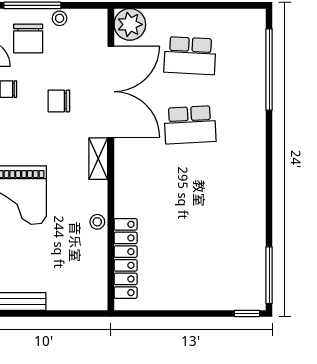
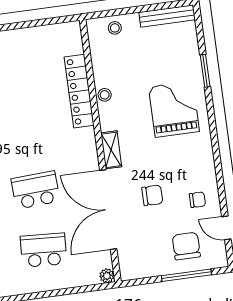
stool: (60, 18) -> (115, 28), moved
plant: (130, 24) -> (107, 276), width x0.53, depth x0.53
locker: (126, 258) -> (79, 91), moved

